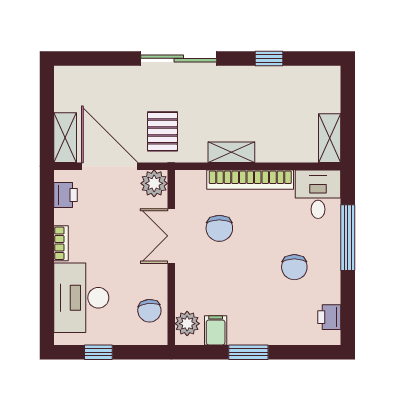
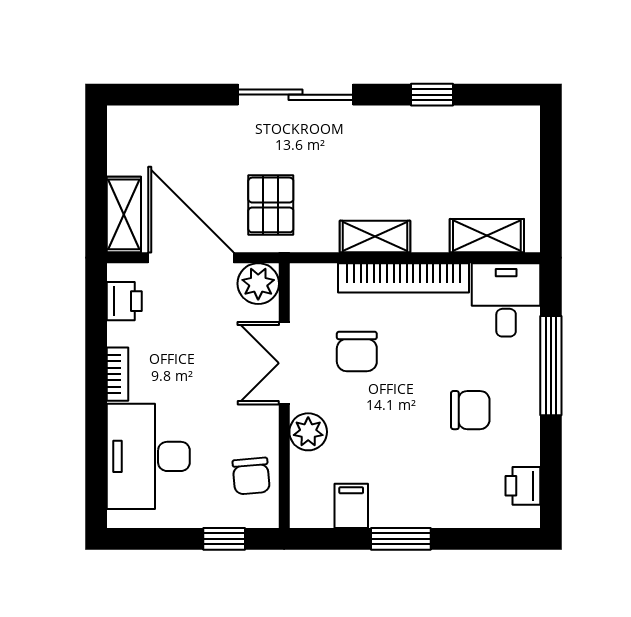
shelving: (330, 138) -> (487, 236), moved, turned 90
chair: (294, 267) -> (470, 410), turned -90
plant: (187, 324) -> (308, 432), moved
window: (98, 352) -> (224, 539), moved

